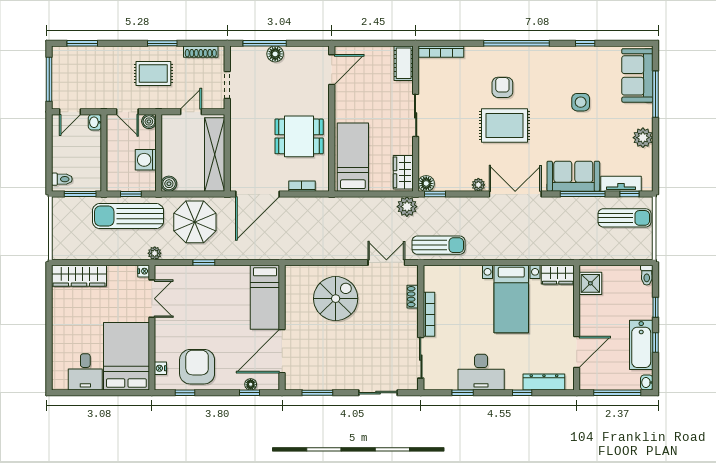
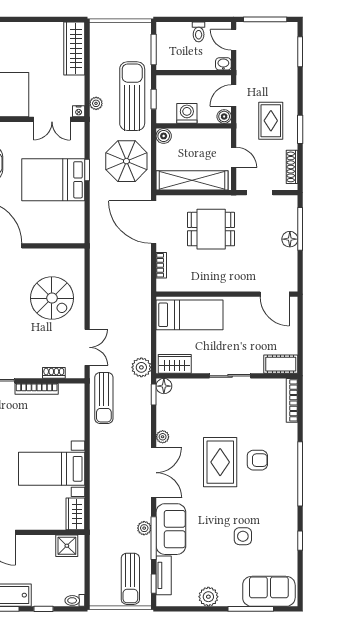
dining table: (299, 136) -> (211, 229), moved, turned 90
toilet: (62, 179) -> (199, 32), moved
plant: (572, 204) -> (144, 528), added
plant: (155, 253) -> (96, 103), moved
bed: (265, 297) -> (53, 180), moved, width x1.50

